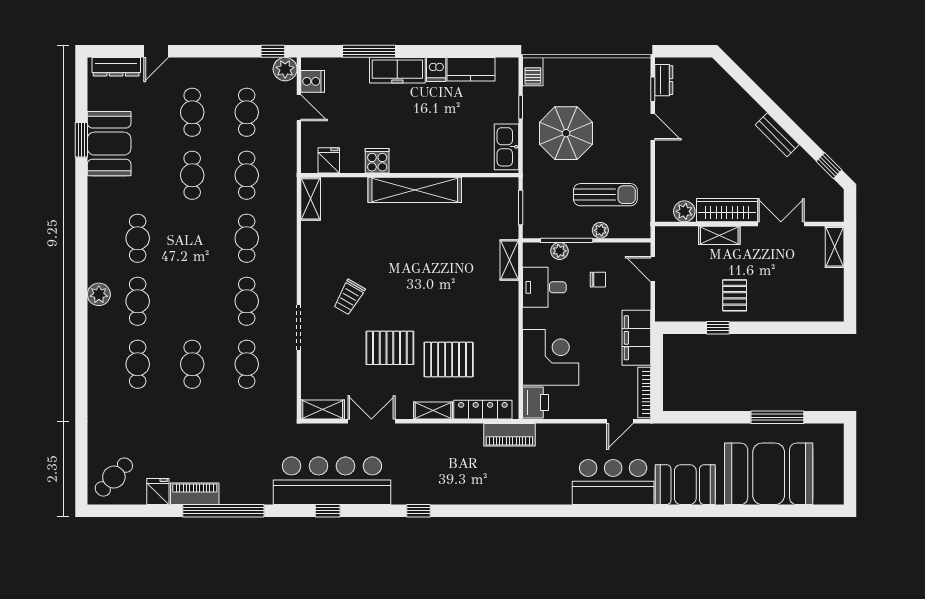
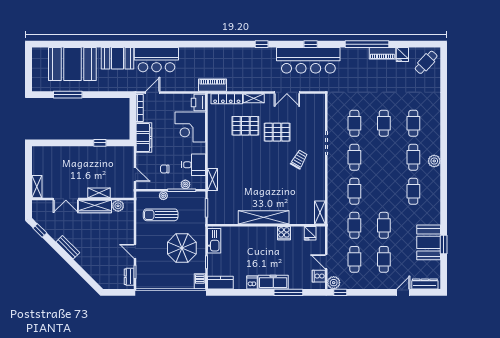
kitchen counter: (471, 69) -> (220, 283), moved
pallet: (735, 295) -> (91, 160), removed
shelving: (323, 409) -> (313, 99), removed

